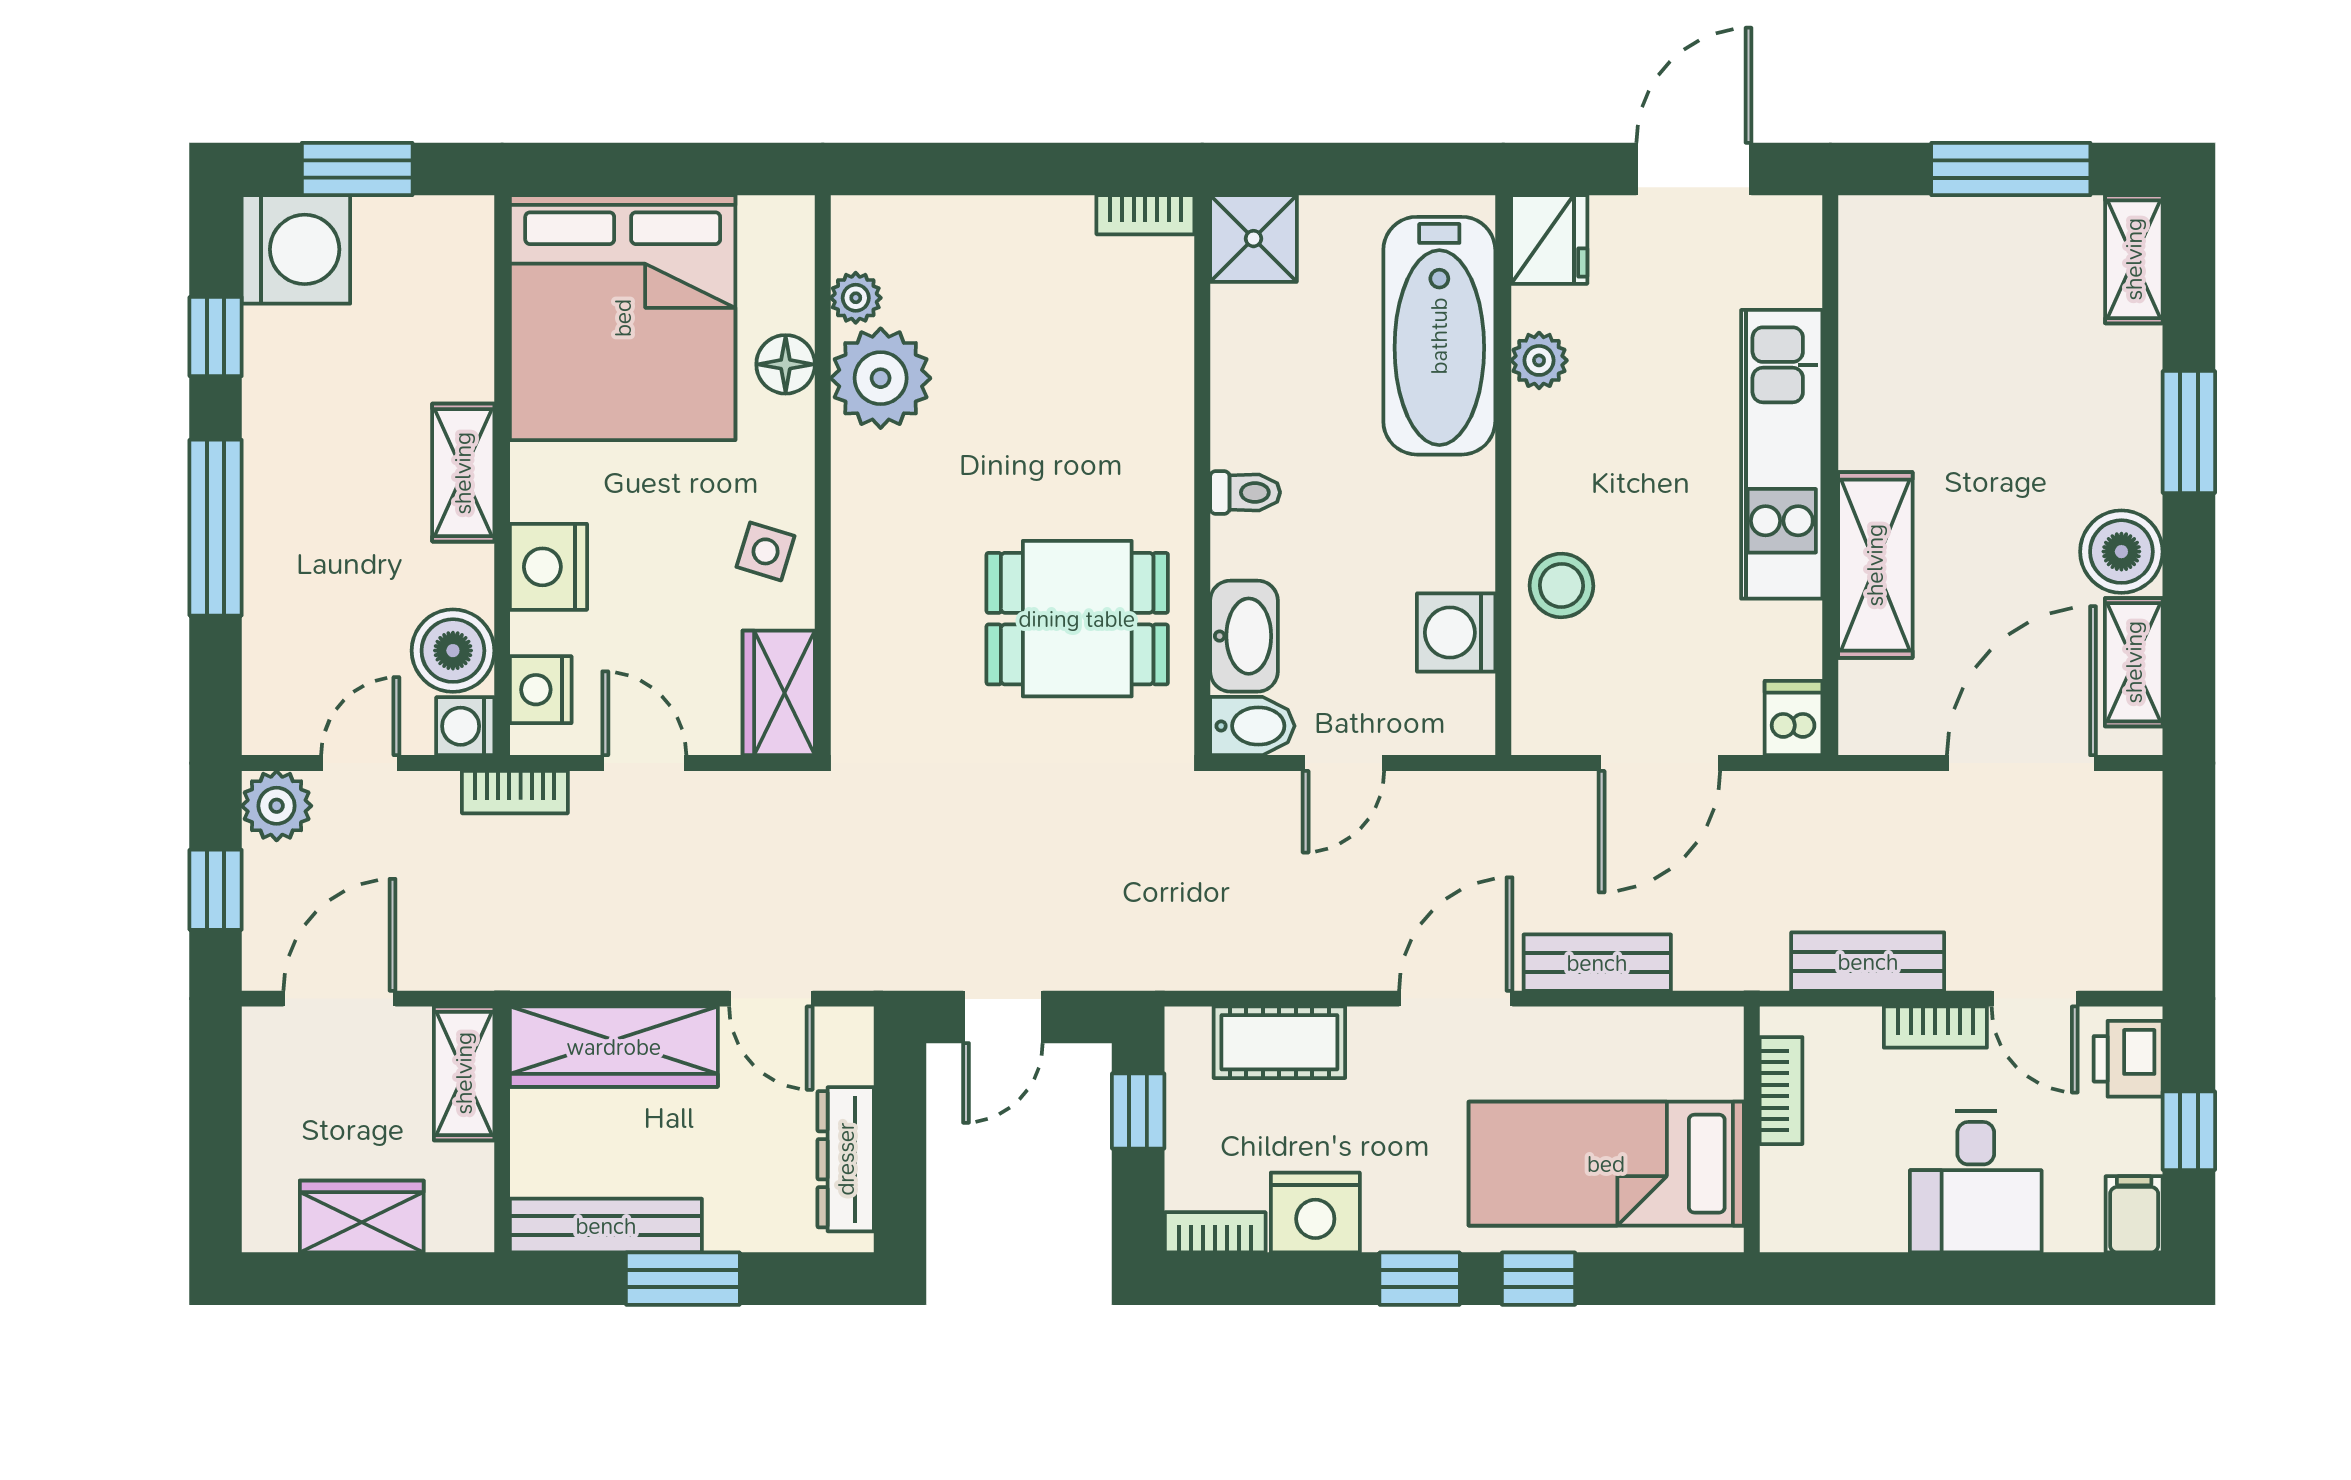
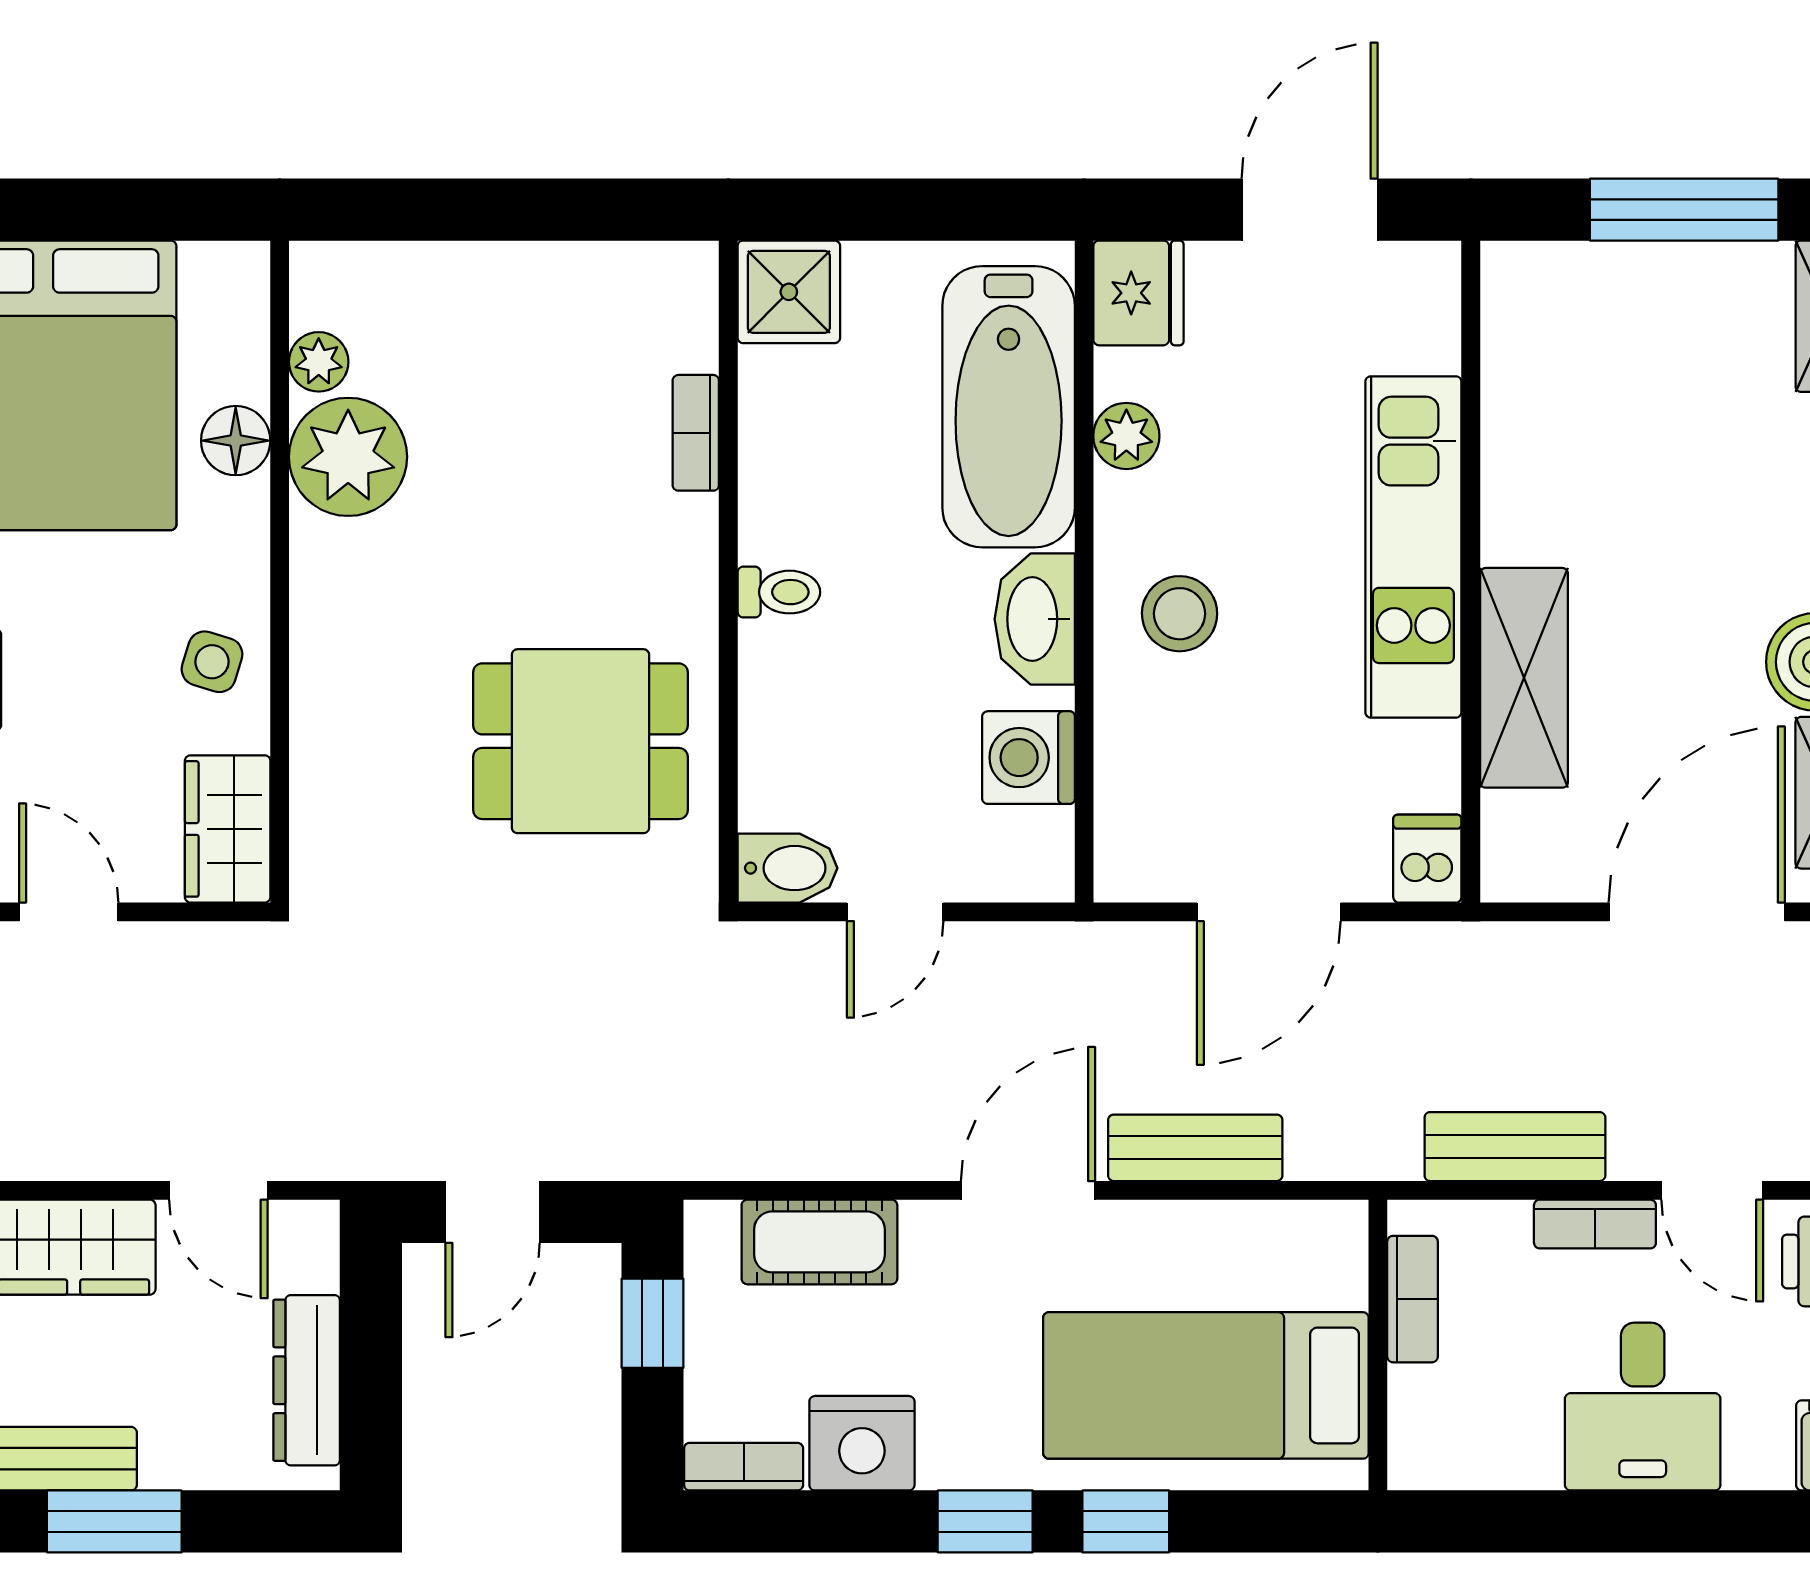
bookcase: (1145, 215) -> (696, 433), moved, turned 90
stool: (1561, 585) -> (1180, 614), moved
washbasin: (1244, 636) -> (1035, 619), moved, turned 180

